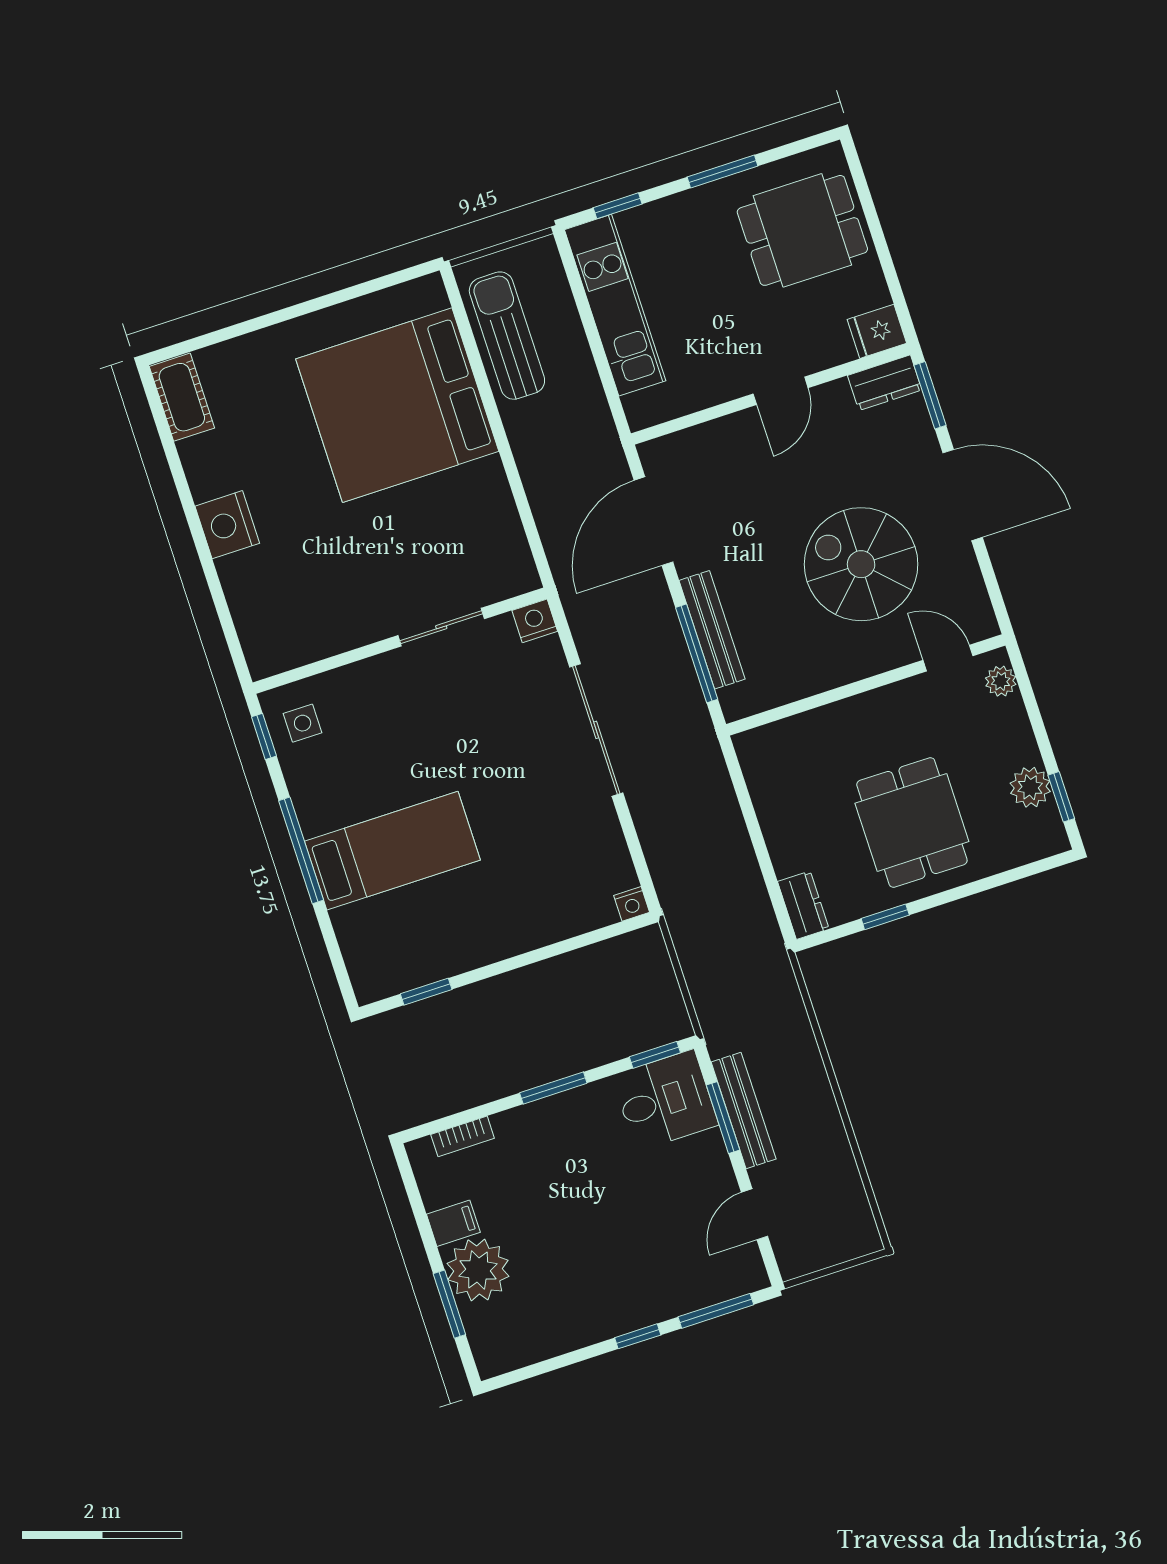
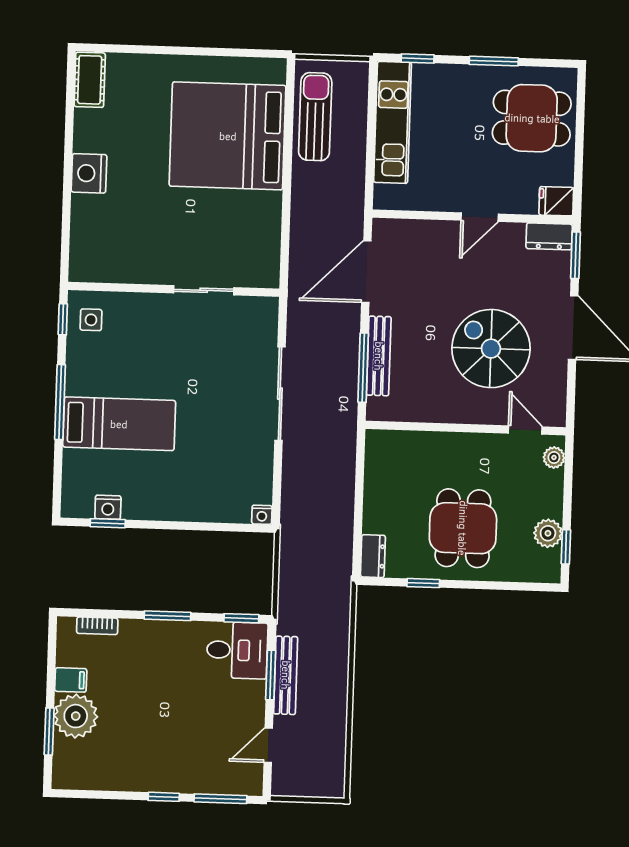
nightstand: (535, 621) -> (108, 507), moved, turned 180

